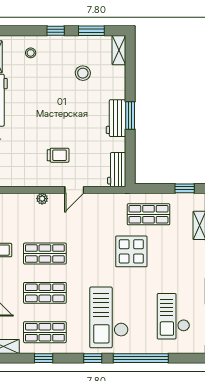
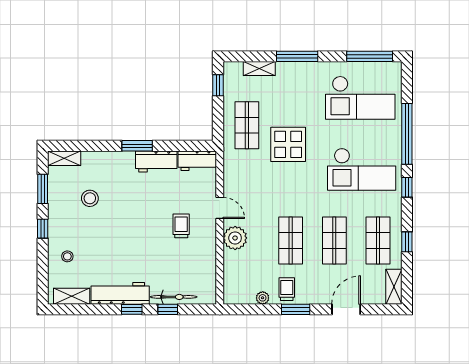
workbench: (116, 118) -> (156, 161), moved
plant: (42, 199) -> (235, 238), width x1.87, depth x1.87
checkout: (173, 316) -> (360, 98), width x1.36, depth x1.21

